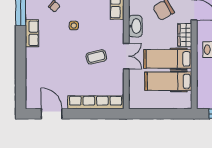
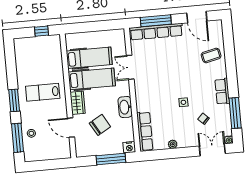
double door: (126, 56) -> (130, 67), moved
coffee table: (96, 57) -> (211, 55), moved
window: (95, 114) -> (156, 21), added

